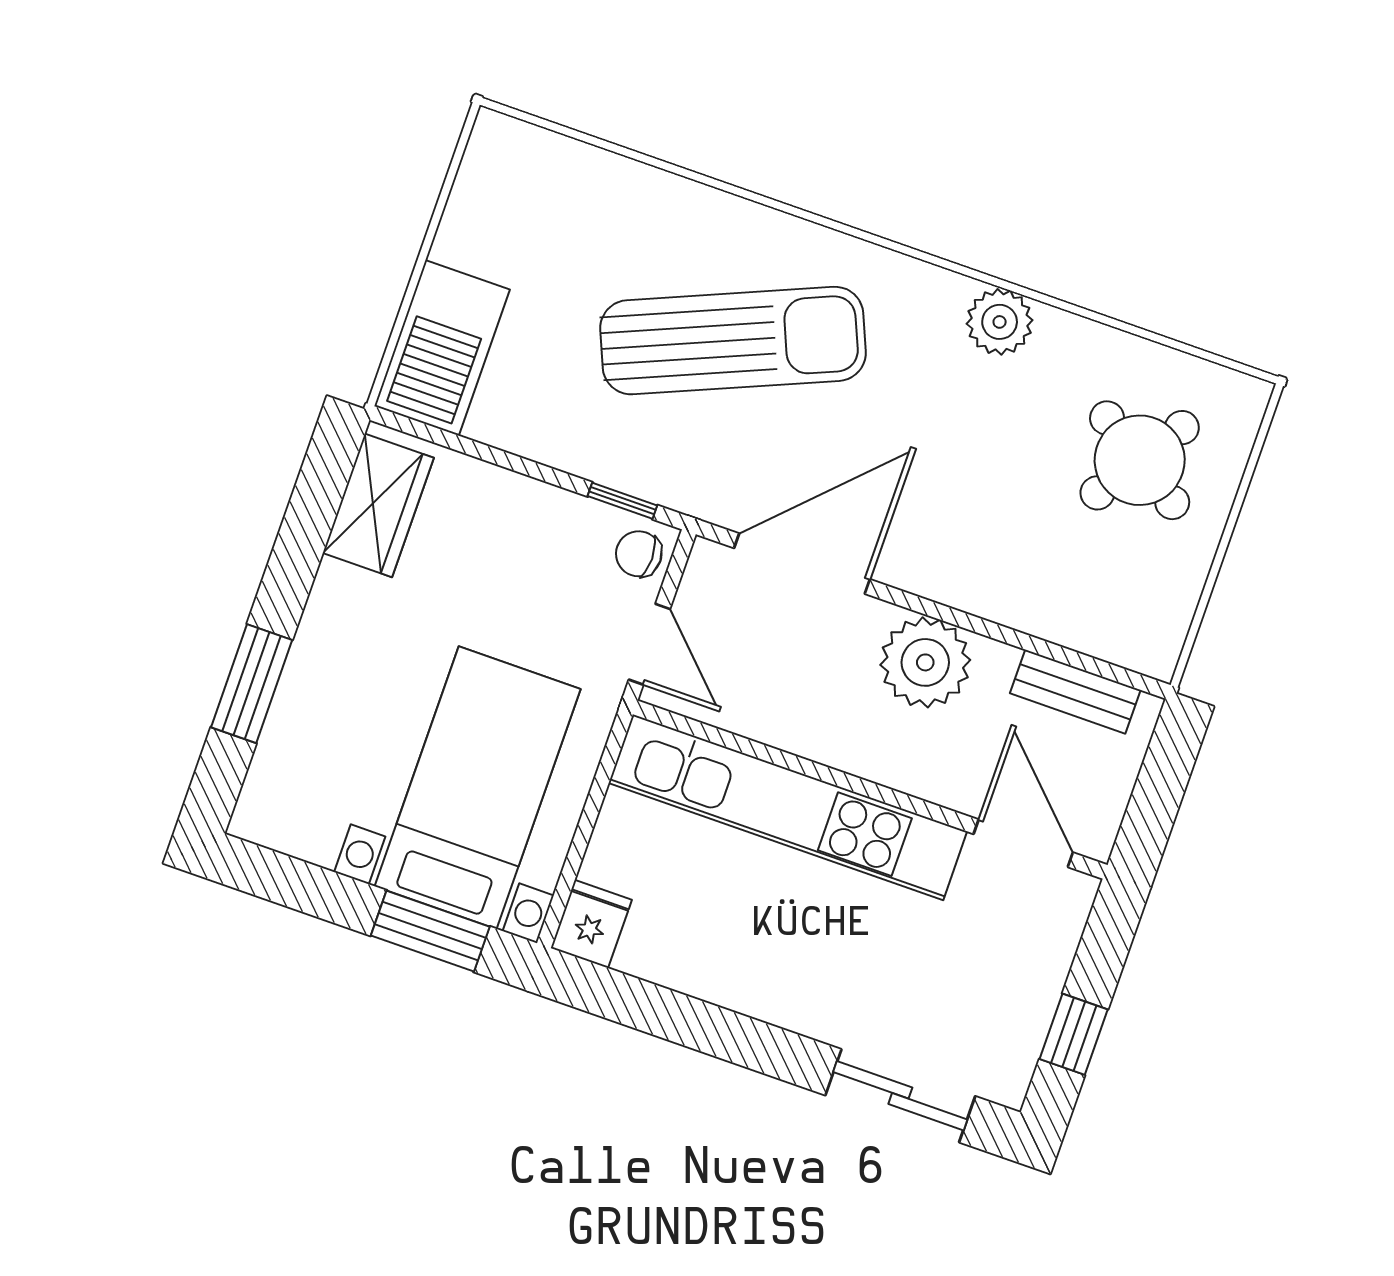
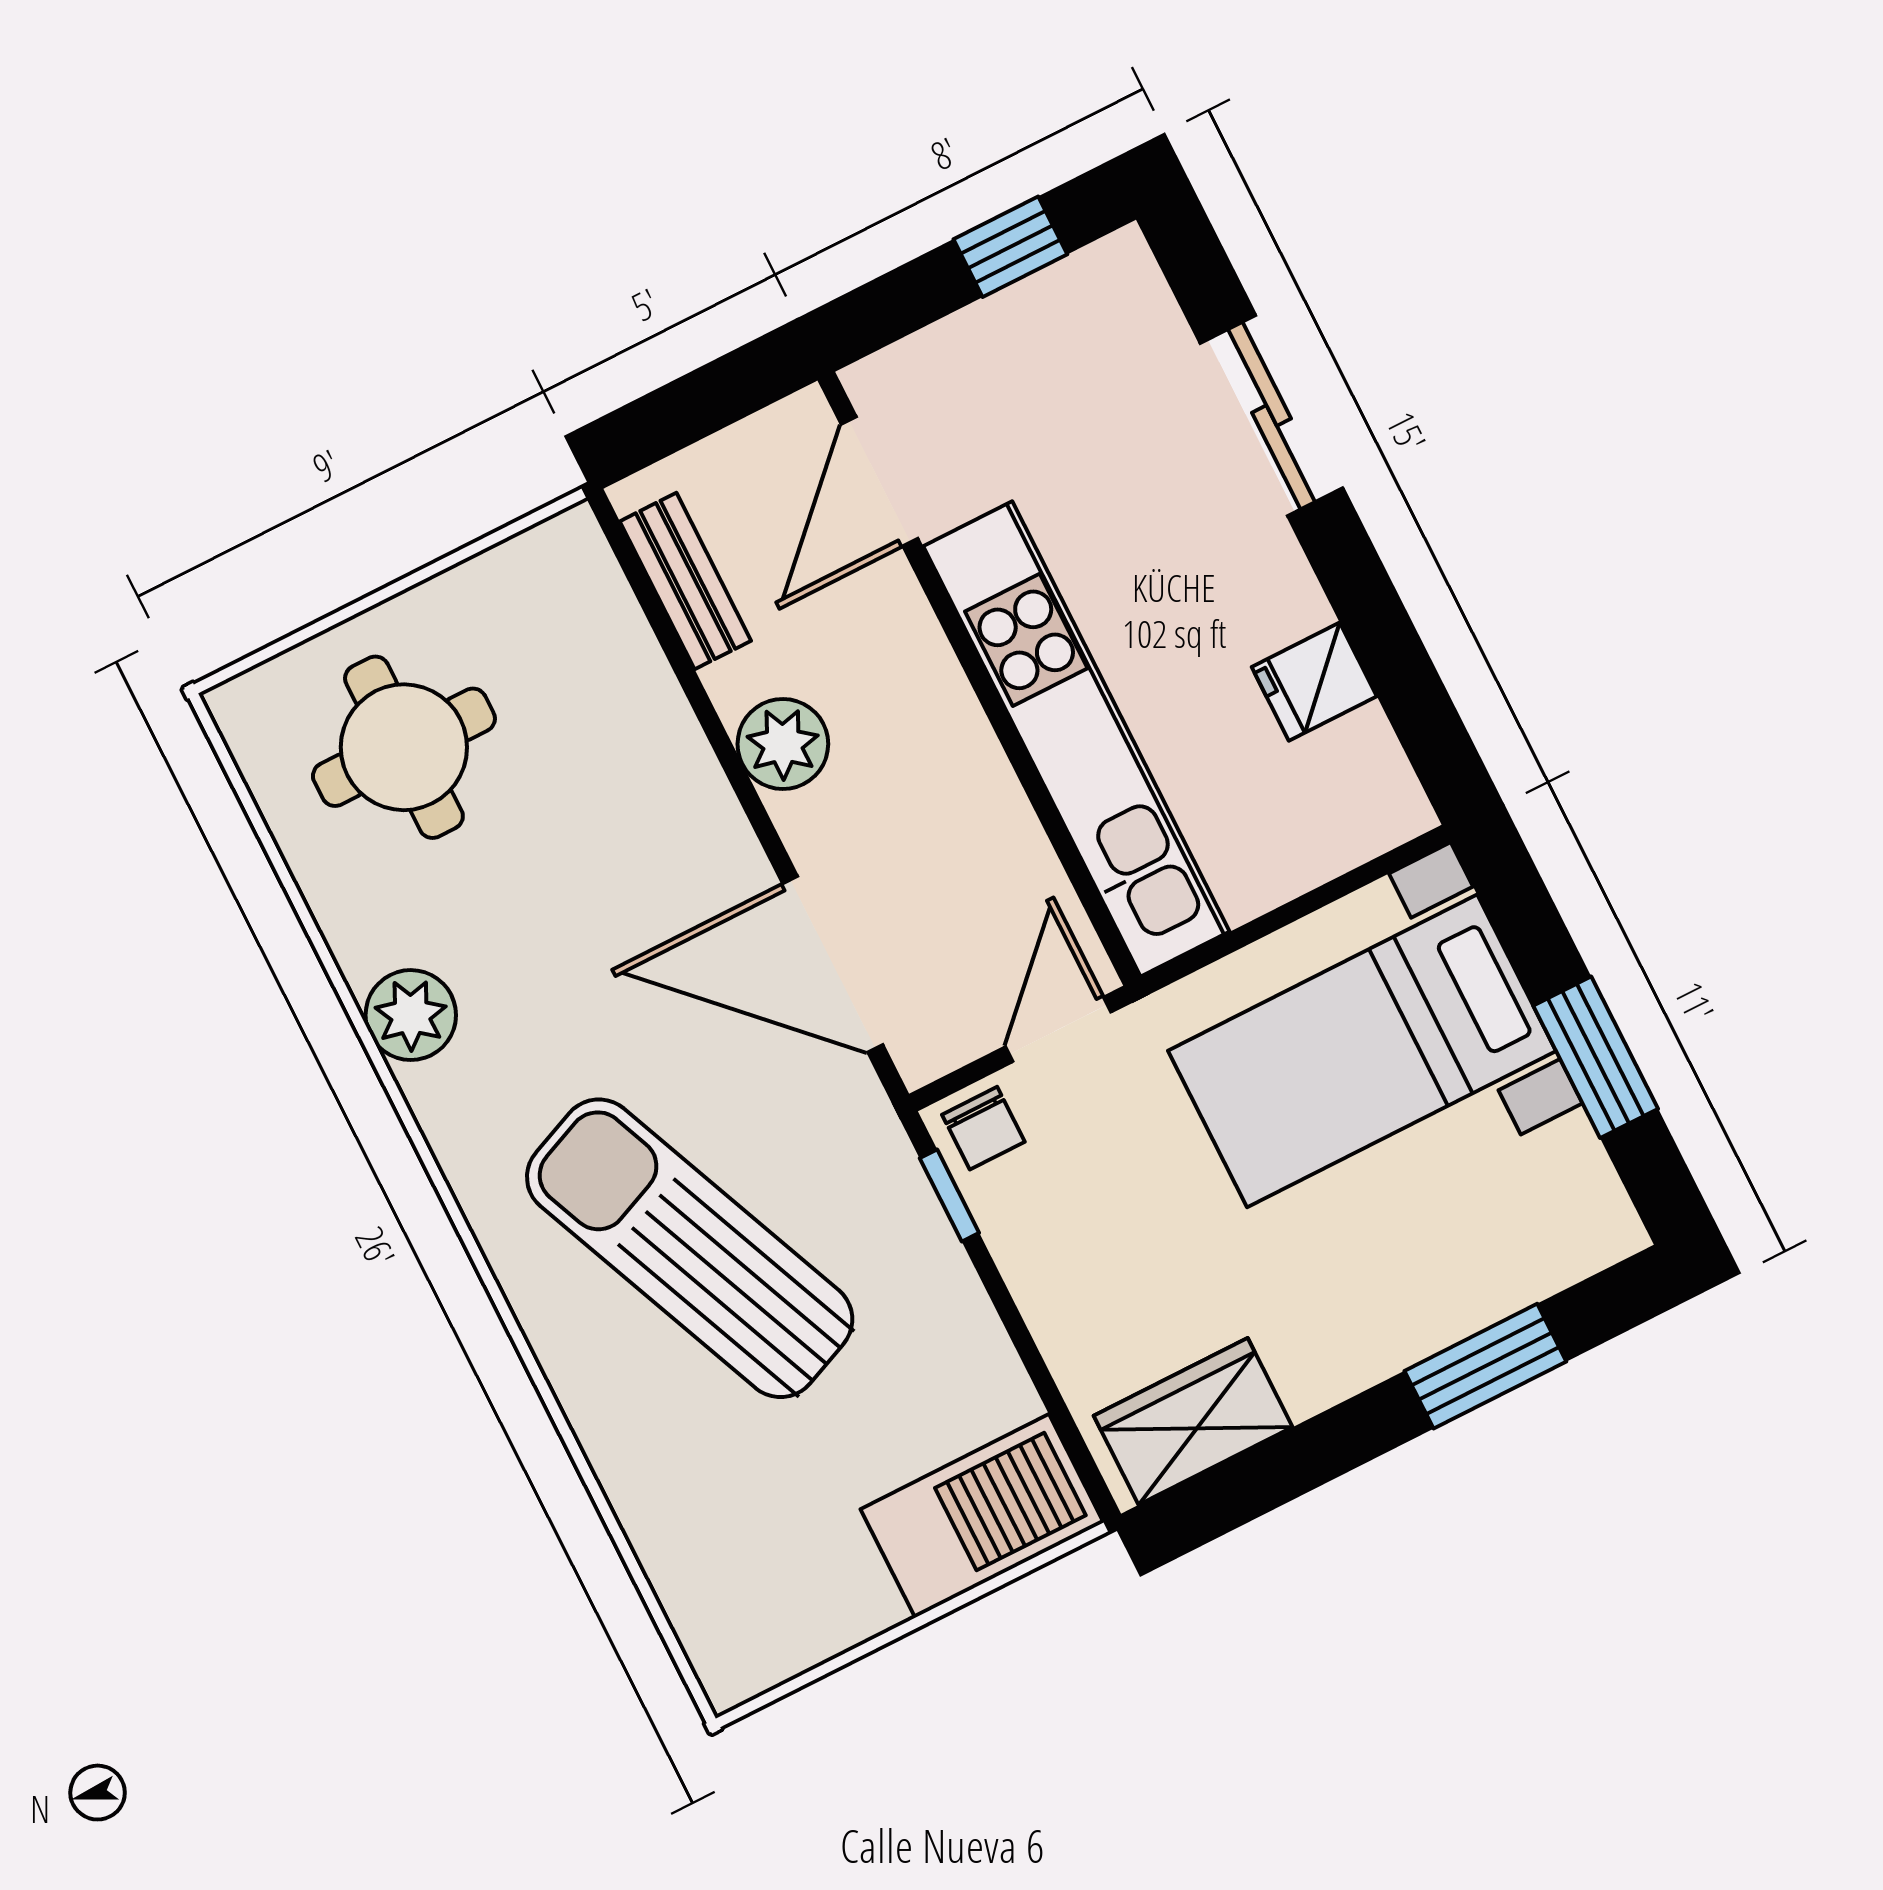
round table: (1140, 460) -> (404, 747), turned -33
plant: (925, 662) -> (783, 744), width x0.73, depth x0.73
fridge: (591, 924) -> (1314, 682), moved
window: (430, 931) -> (1596, 1057), moved
sliding door: (900, 1096) -> (1272, 416), moved

